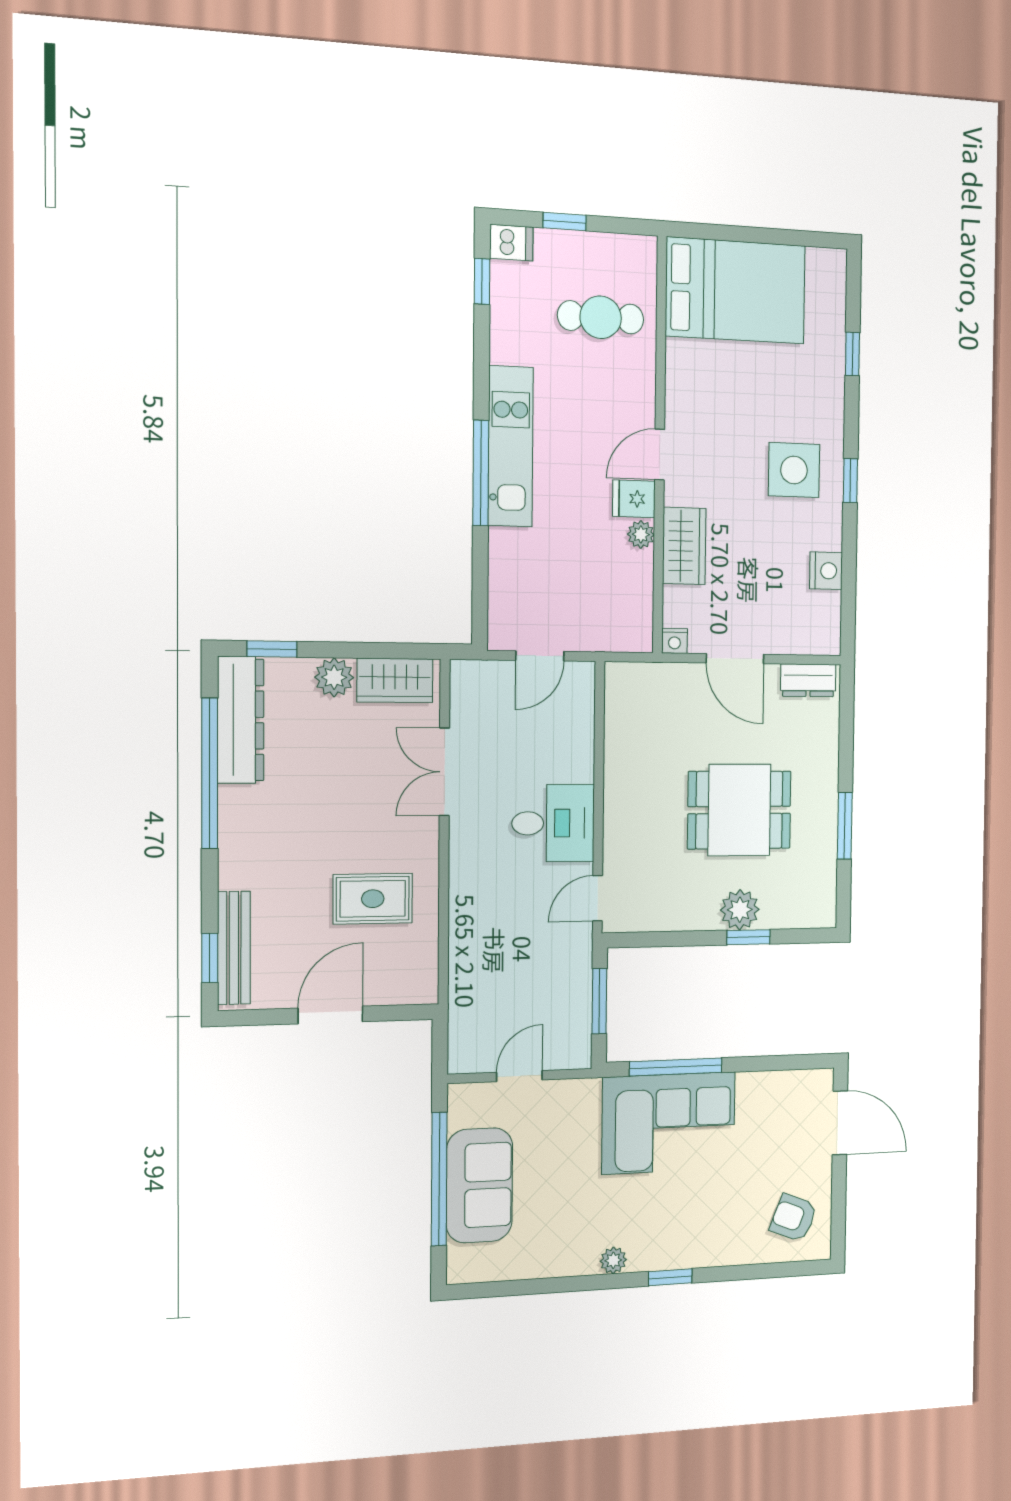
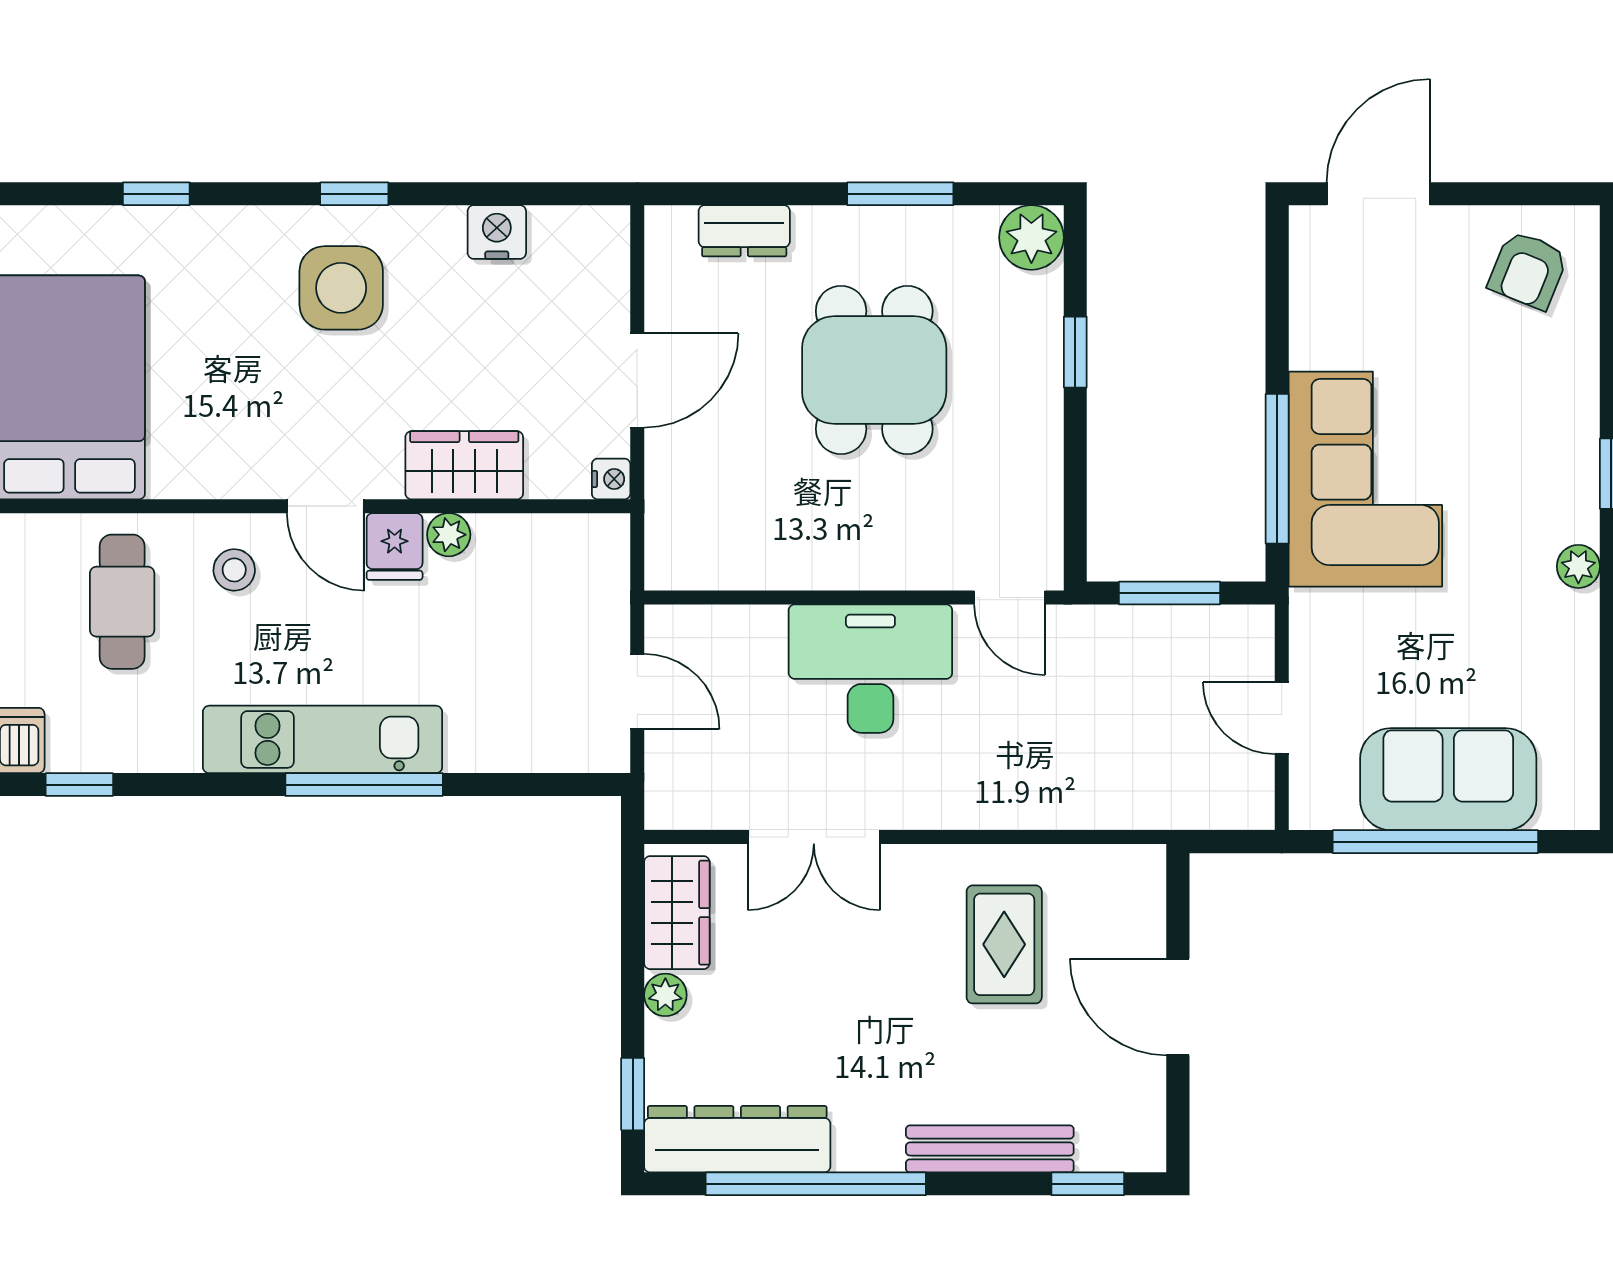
stool: (620, 393) -> (234, 570), added
plant: (334, 677) -> (665, 995), width x0.73, depth x0.73
dresser: (808, 680) -> (744, 231), moved, turned 90
desk: (553, 823) -> (870, 669), width x1.37
plant: (740, 910) -> (1031, 237), moved
bench: (234, 948) -> (990, 1149), moved

